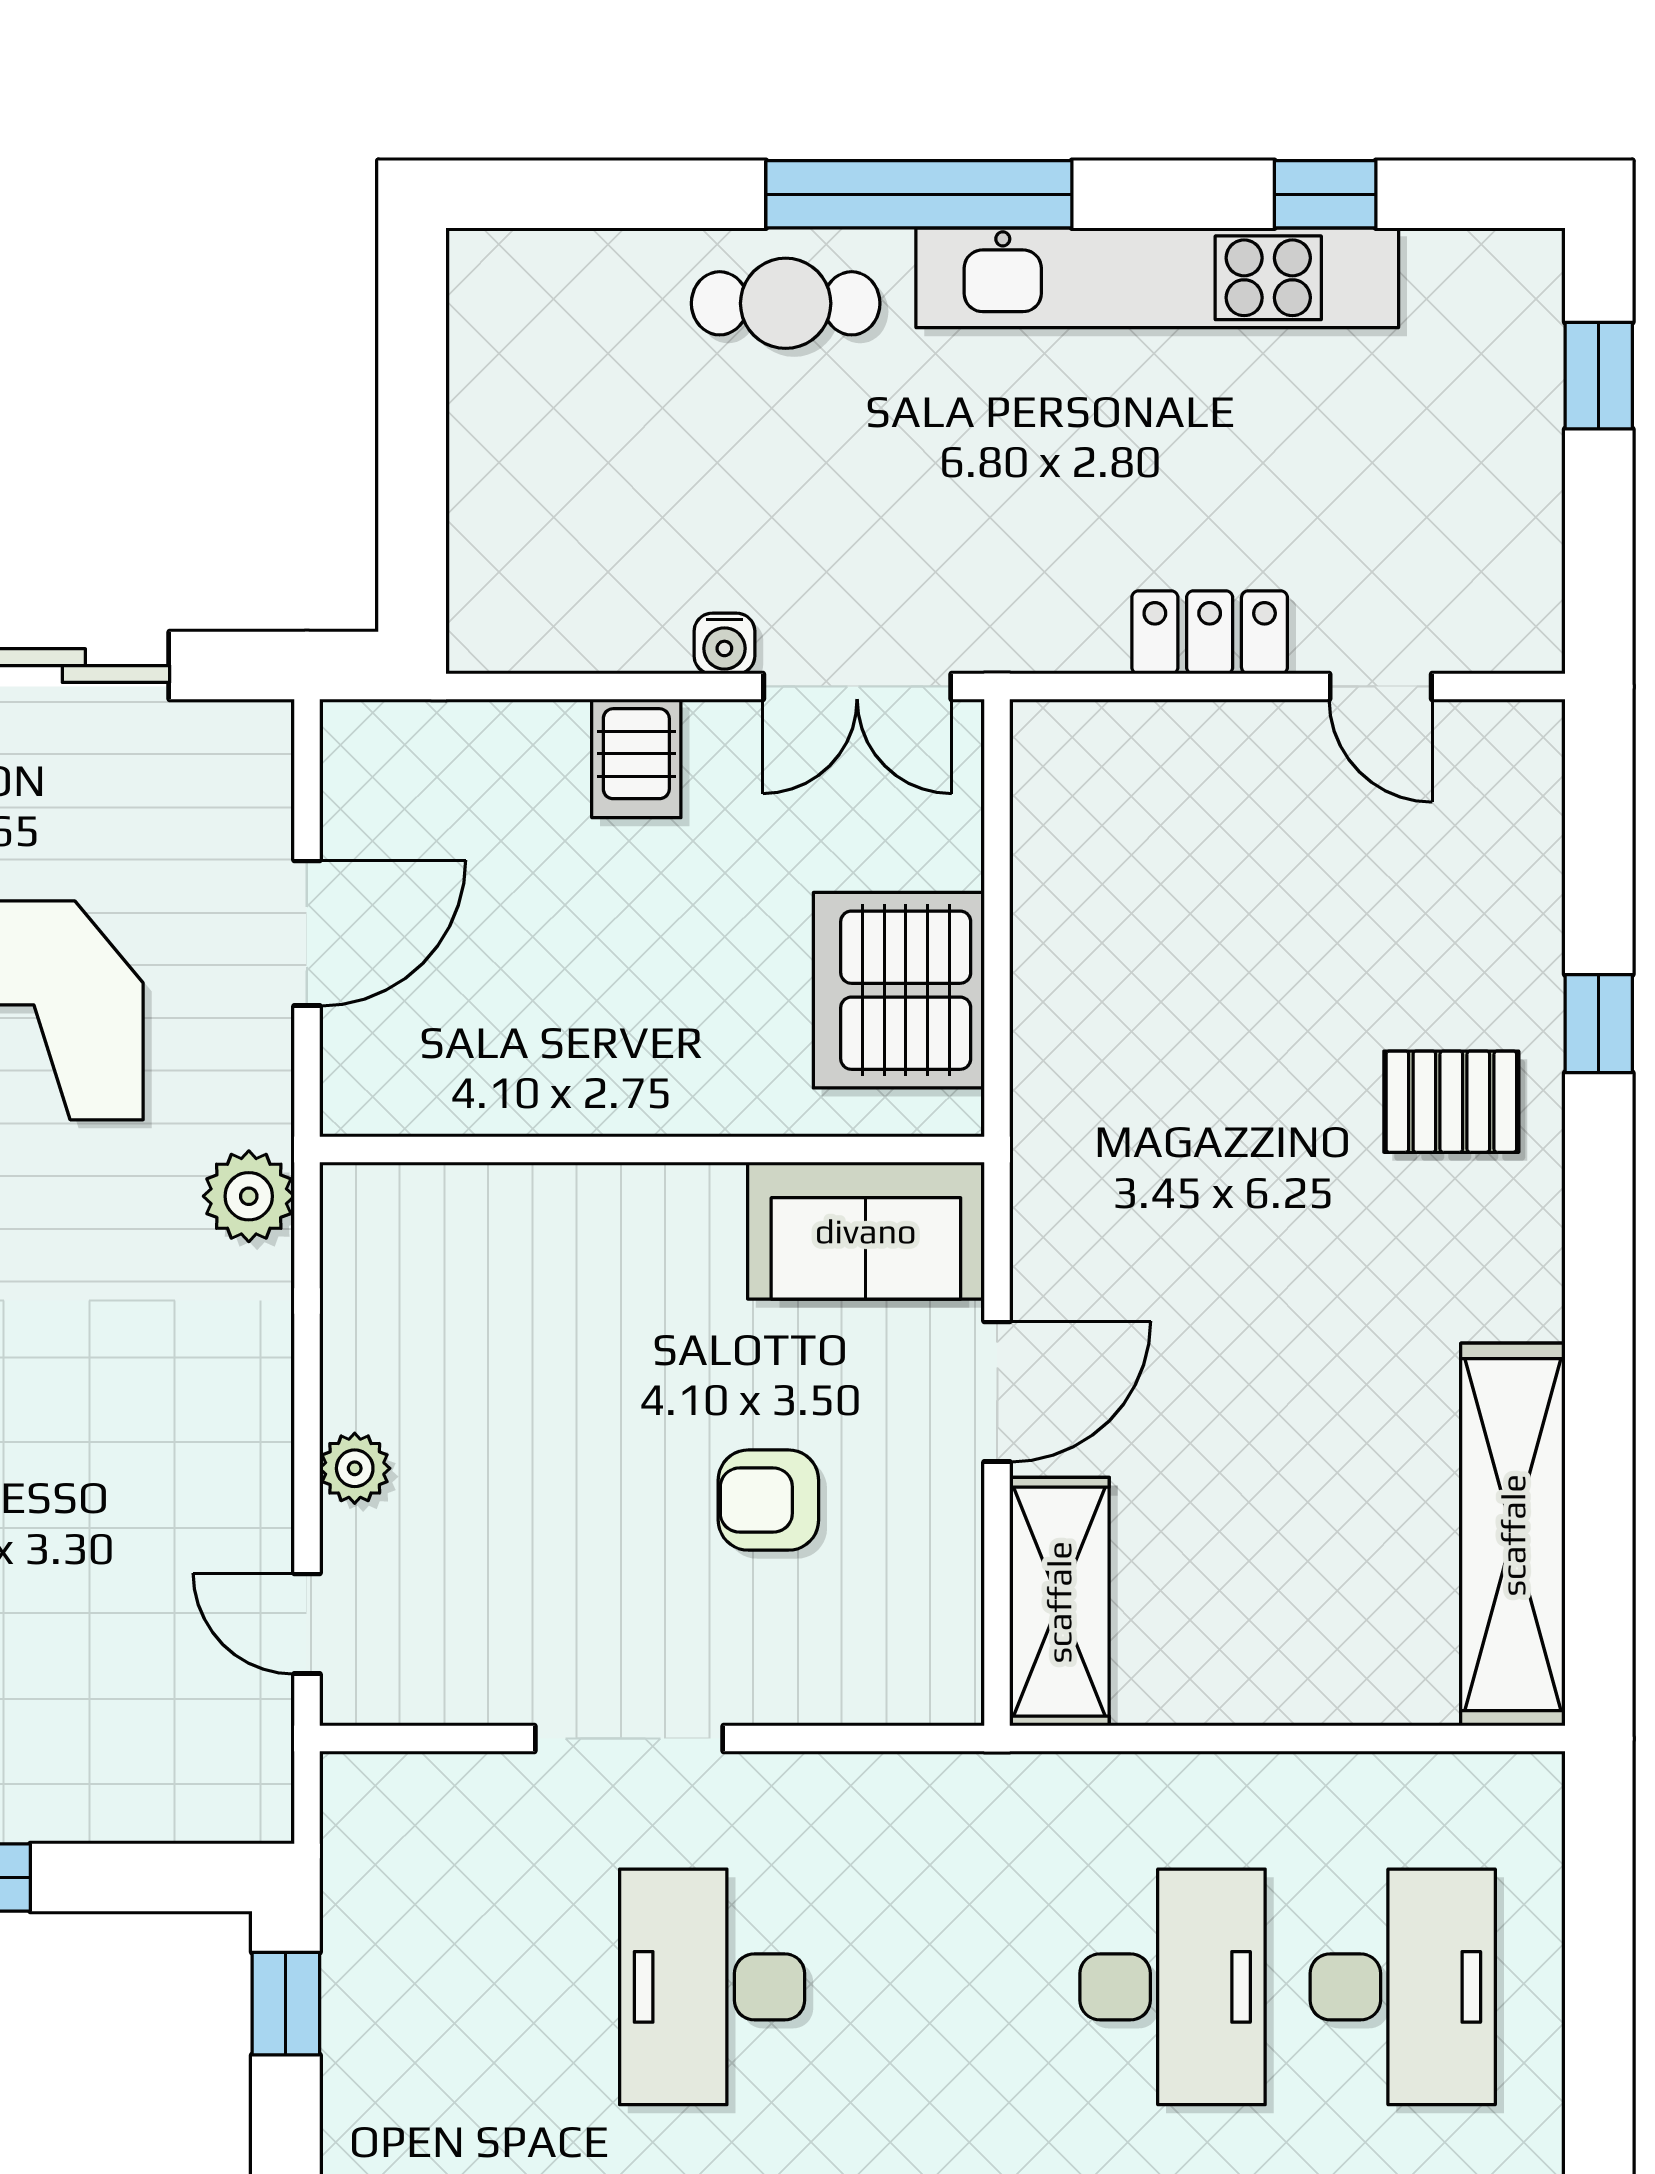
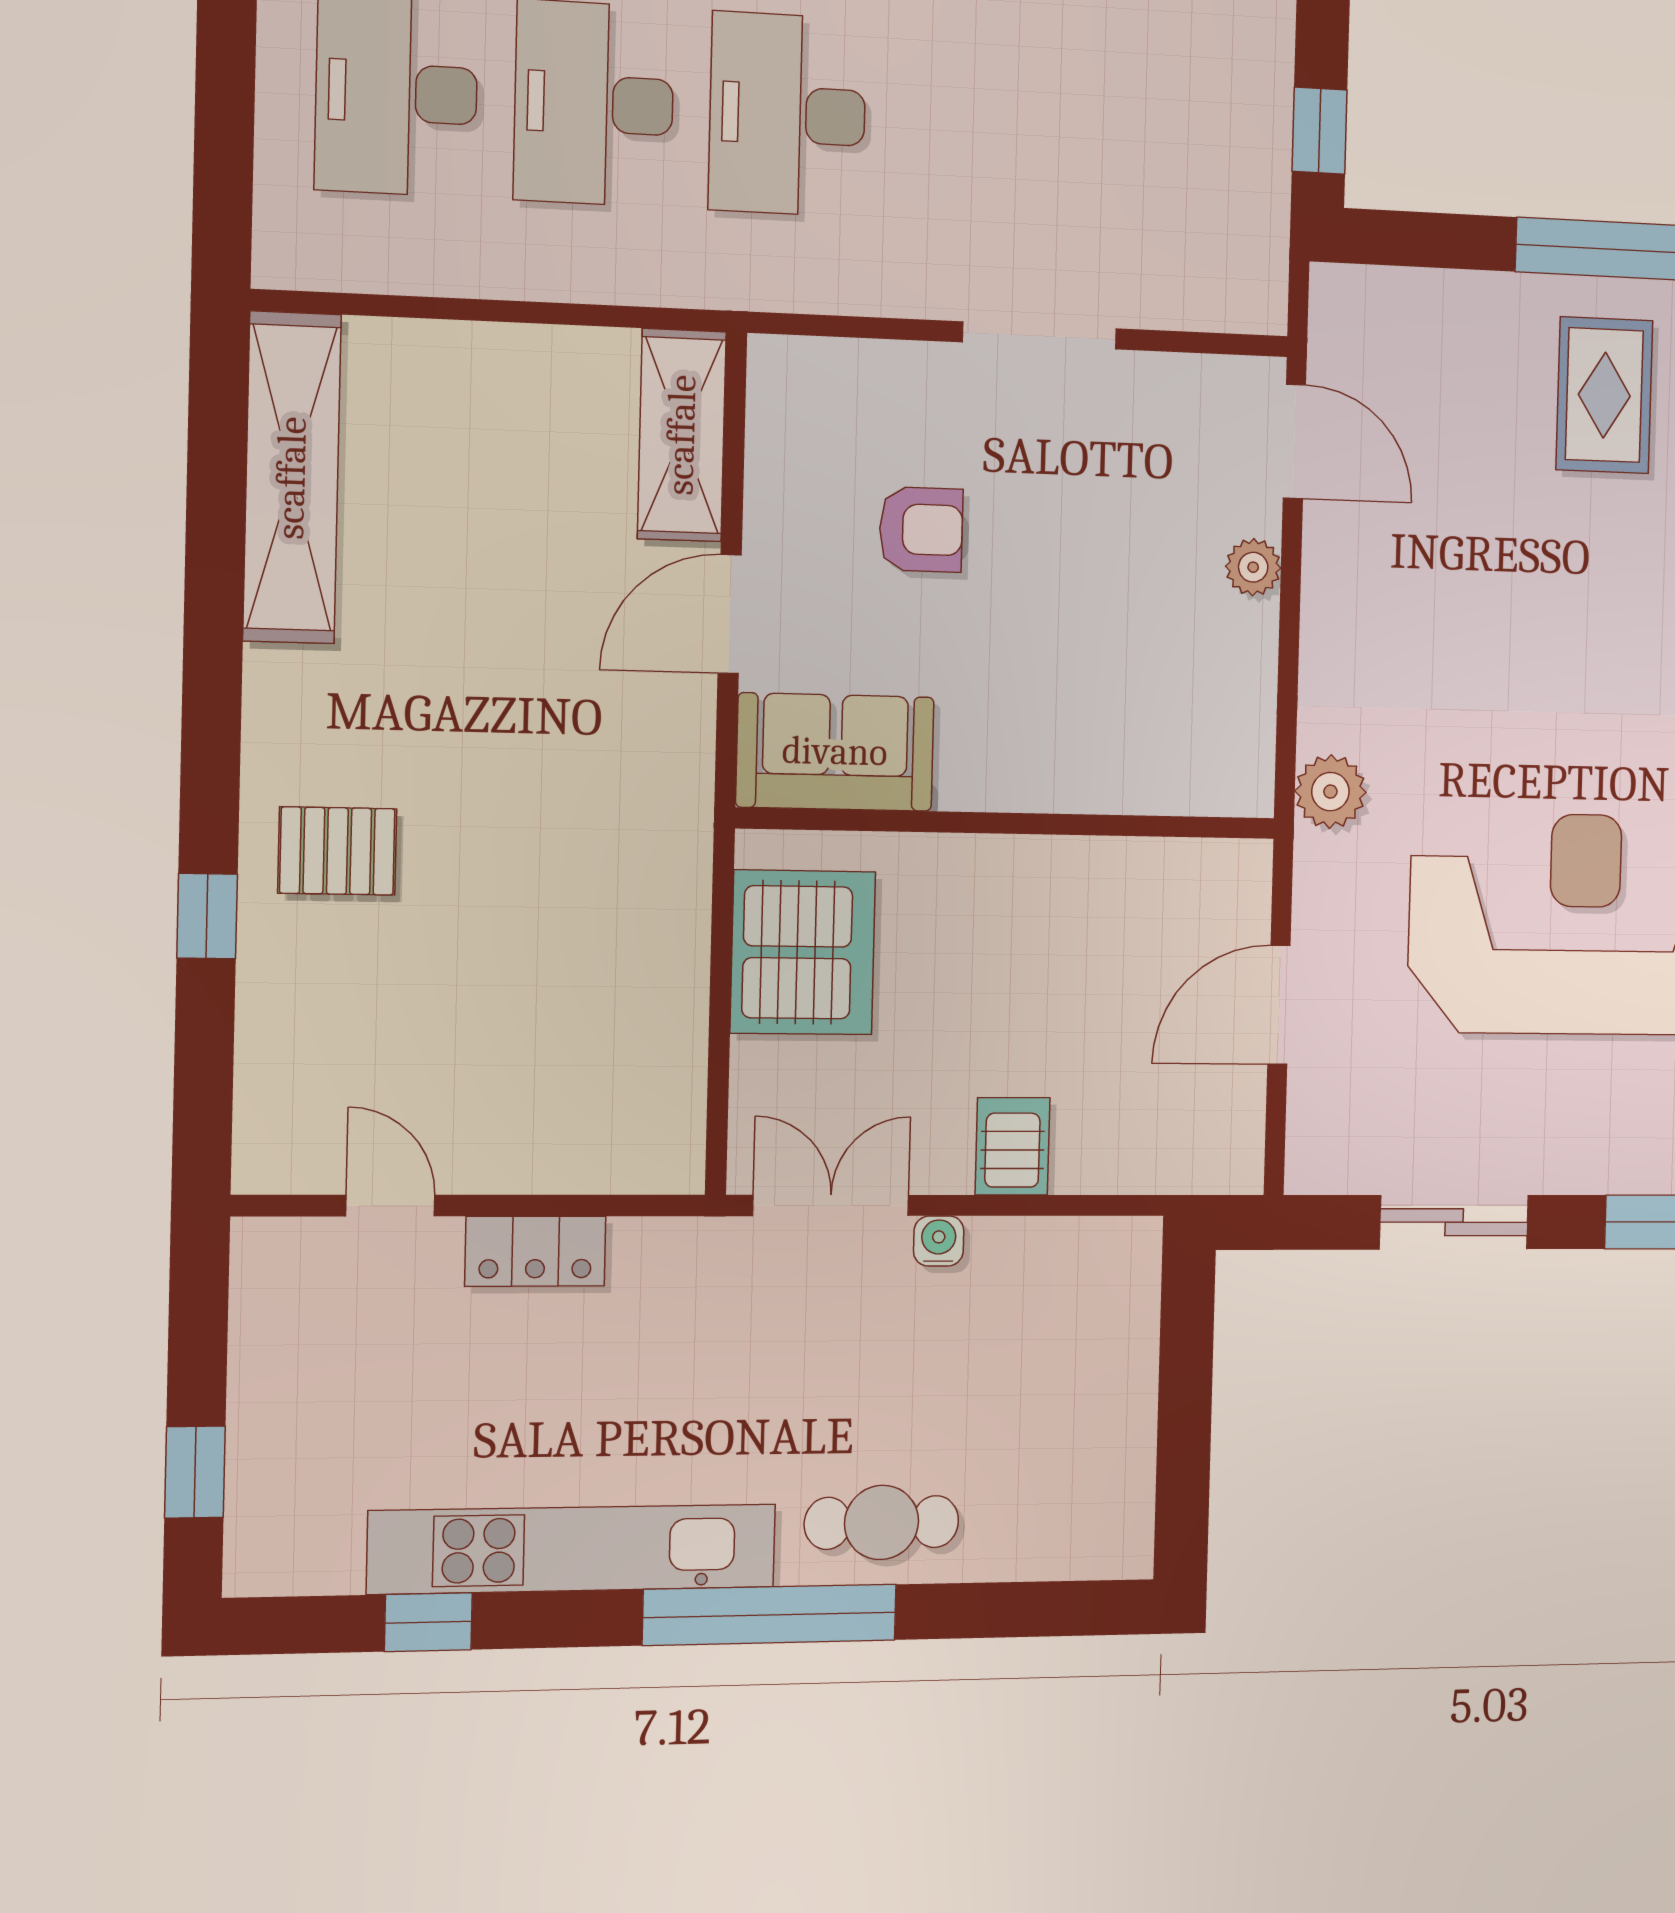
door: (307, 1624) -> (1294, 441), width x1.38
desk: (712, 1987) -> (788, 114), moved, turned 180

